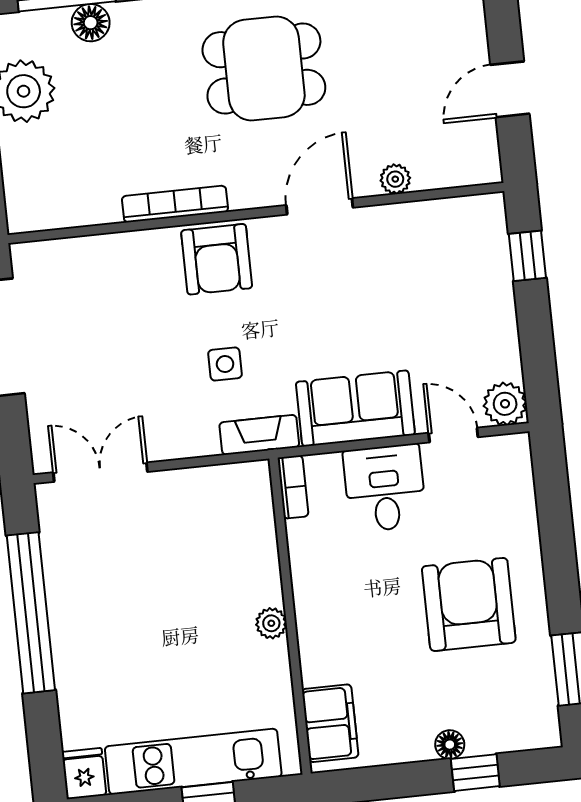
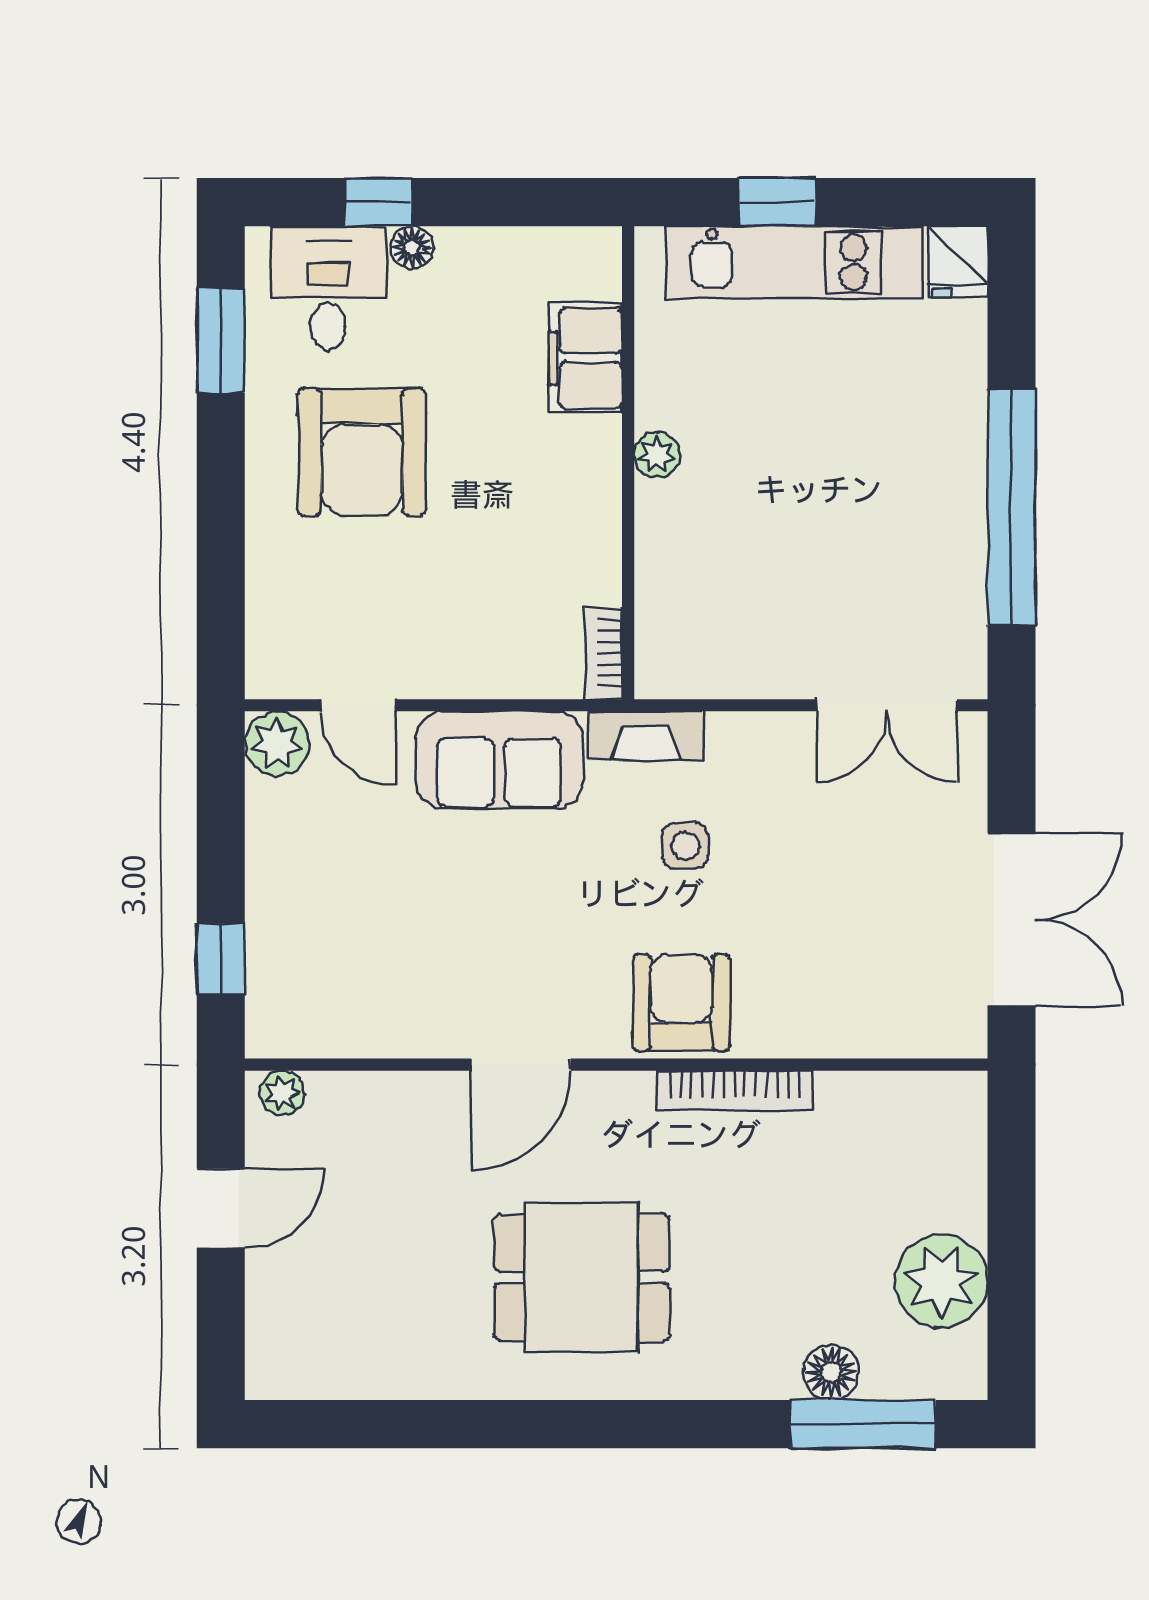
plant: (395, 179) -> (282, 1093), moved
desk: (385, 488) -> (328, 288), moved, turned 180
filing cabinet: (330, 723) -> (585, 358), moved

